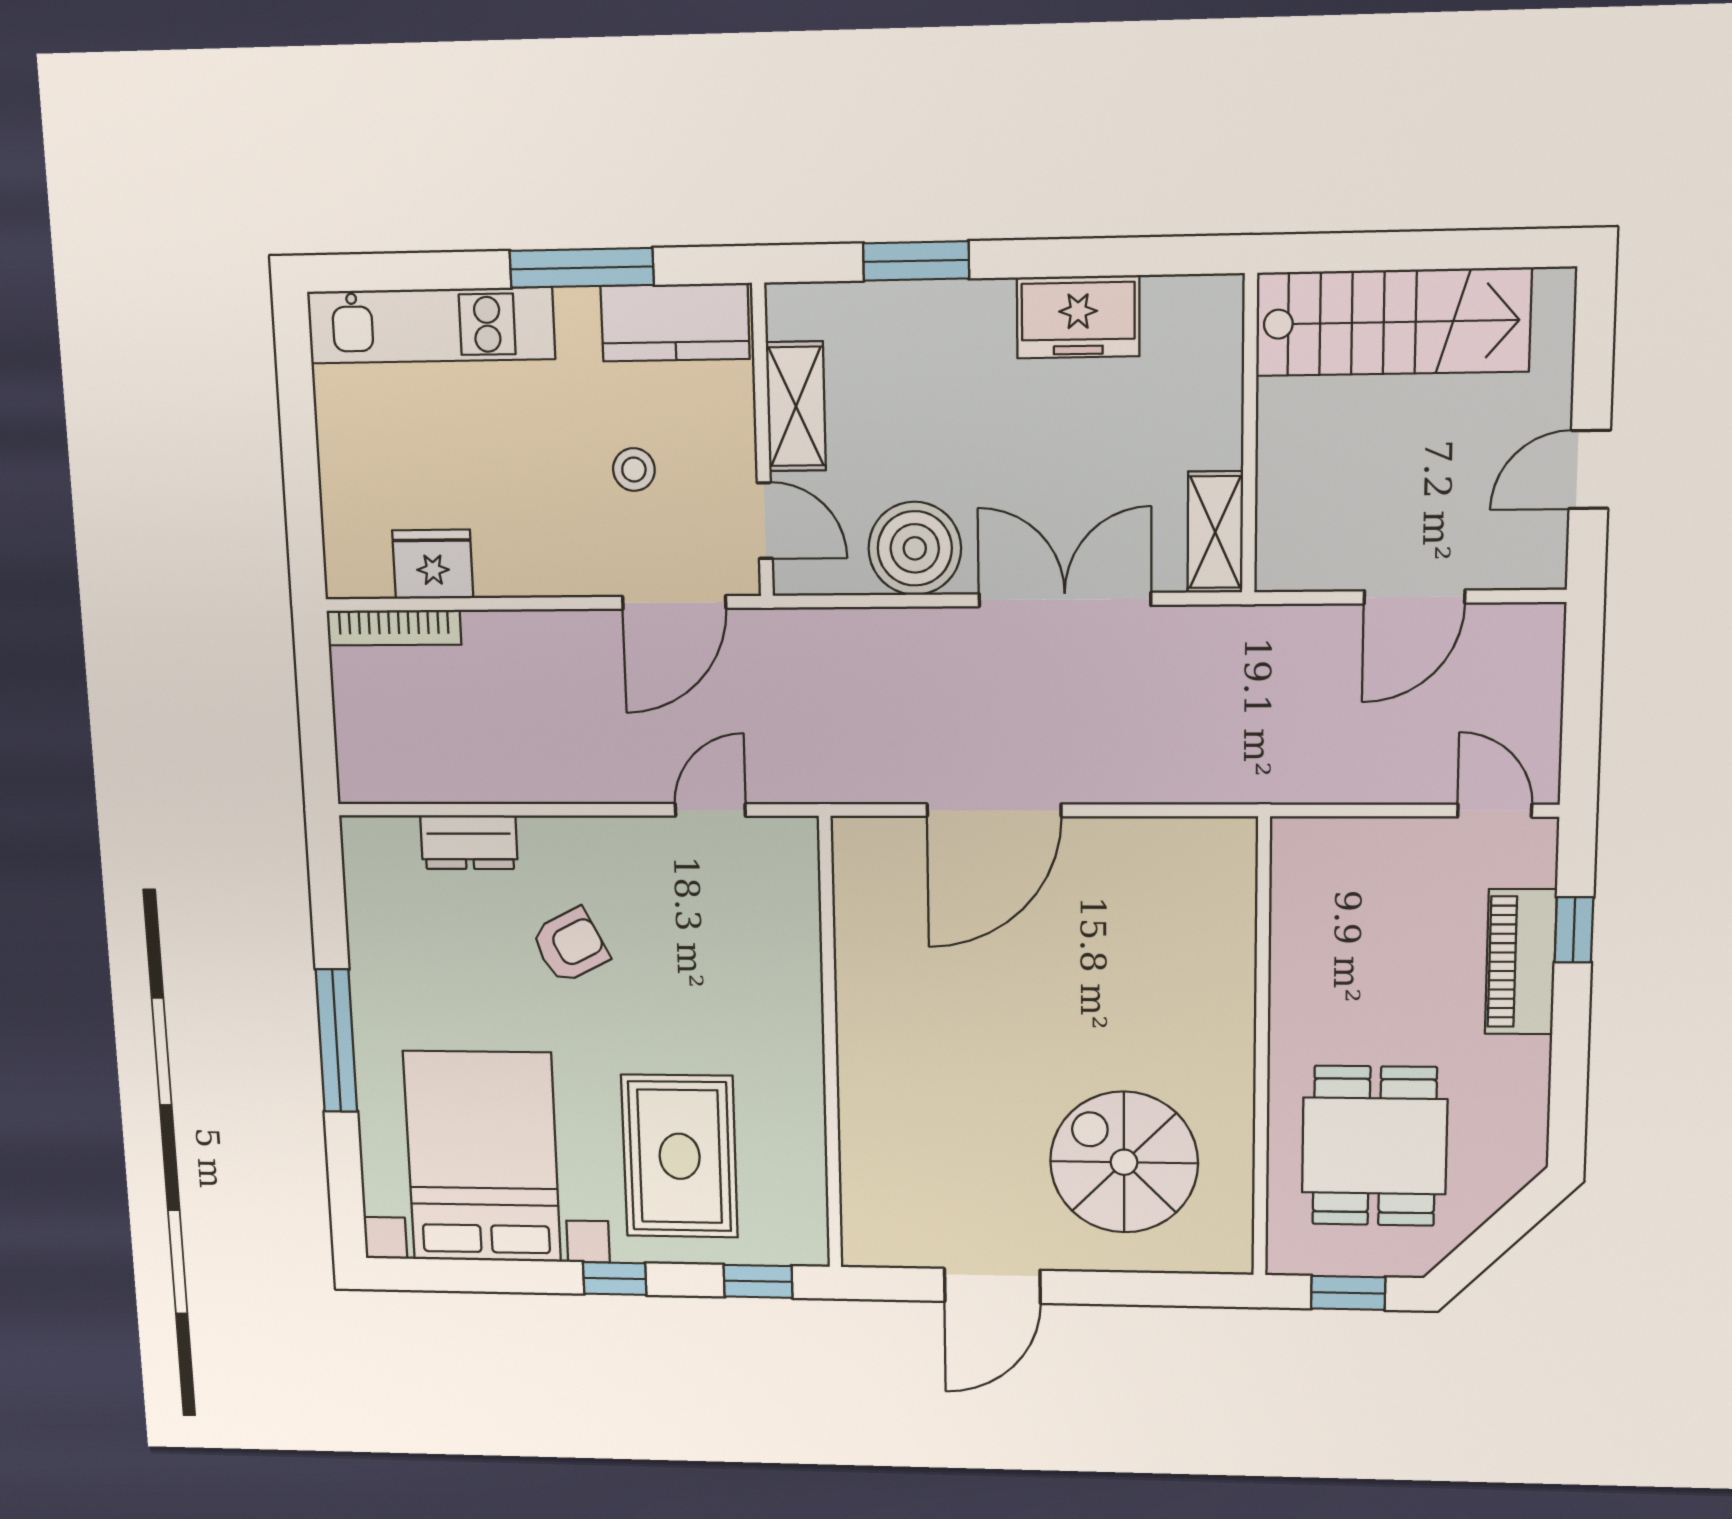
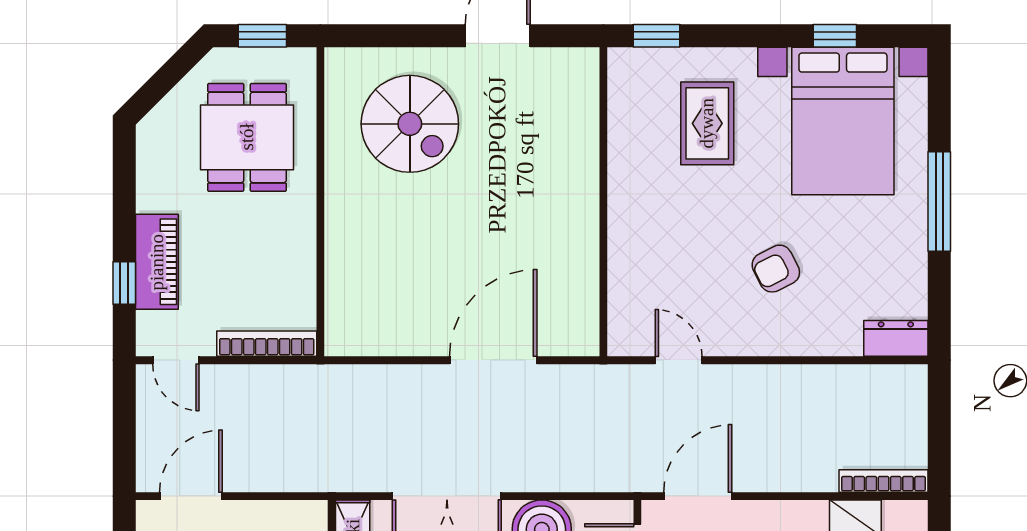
door: (1415, 597) -> (191, 496), moved
door: (710, 810) -> (679, 360), swing flipped
bookcase: (1349, 836) -> (267, 344), added
dresser: (469, 842) -> (896, 338), moved
rug: (680, 1156) -> (707, 123), width x0.73, depth x0.70
window: (615, 1278) -> (835, 36), moved

